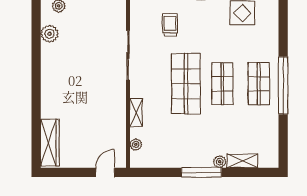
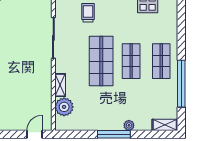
window: (283, 86) -> (181, 84), moved
plant: (136, 144) -> (64, 107), width x1.88, depth x1.88
shelving: (242, 161) -> (165, 125), moved

